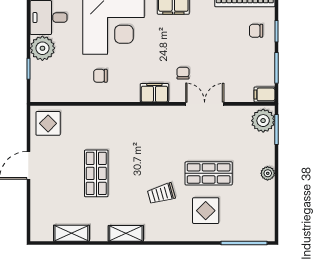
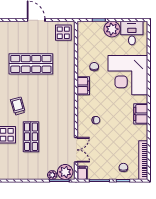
filing cabinet: (154, 93) -> (83, 86), moved
double door: (205, 104) -> (76, 150), moved
shop shelf: (96, 173) -> (31, 64), width x1.43, depth x1.36
plant: (268, 173) -> (52, 175), moved

